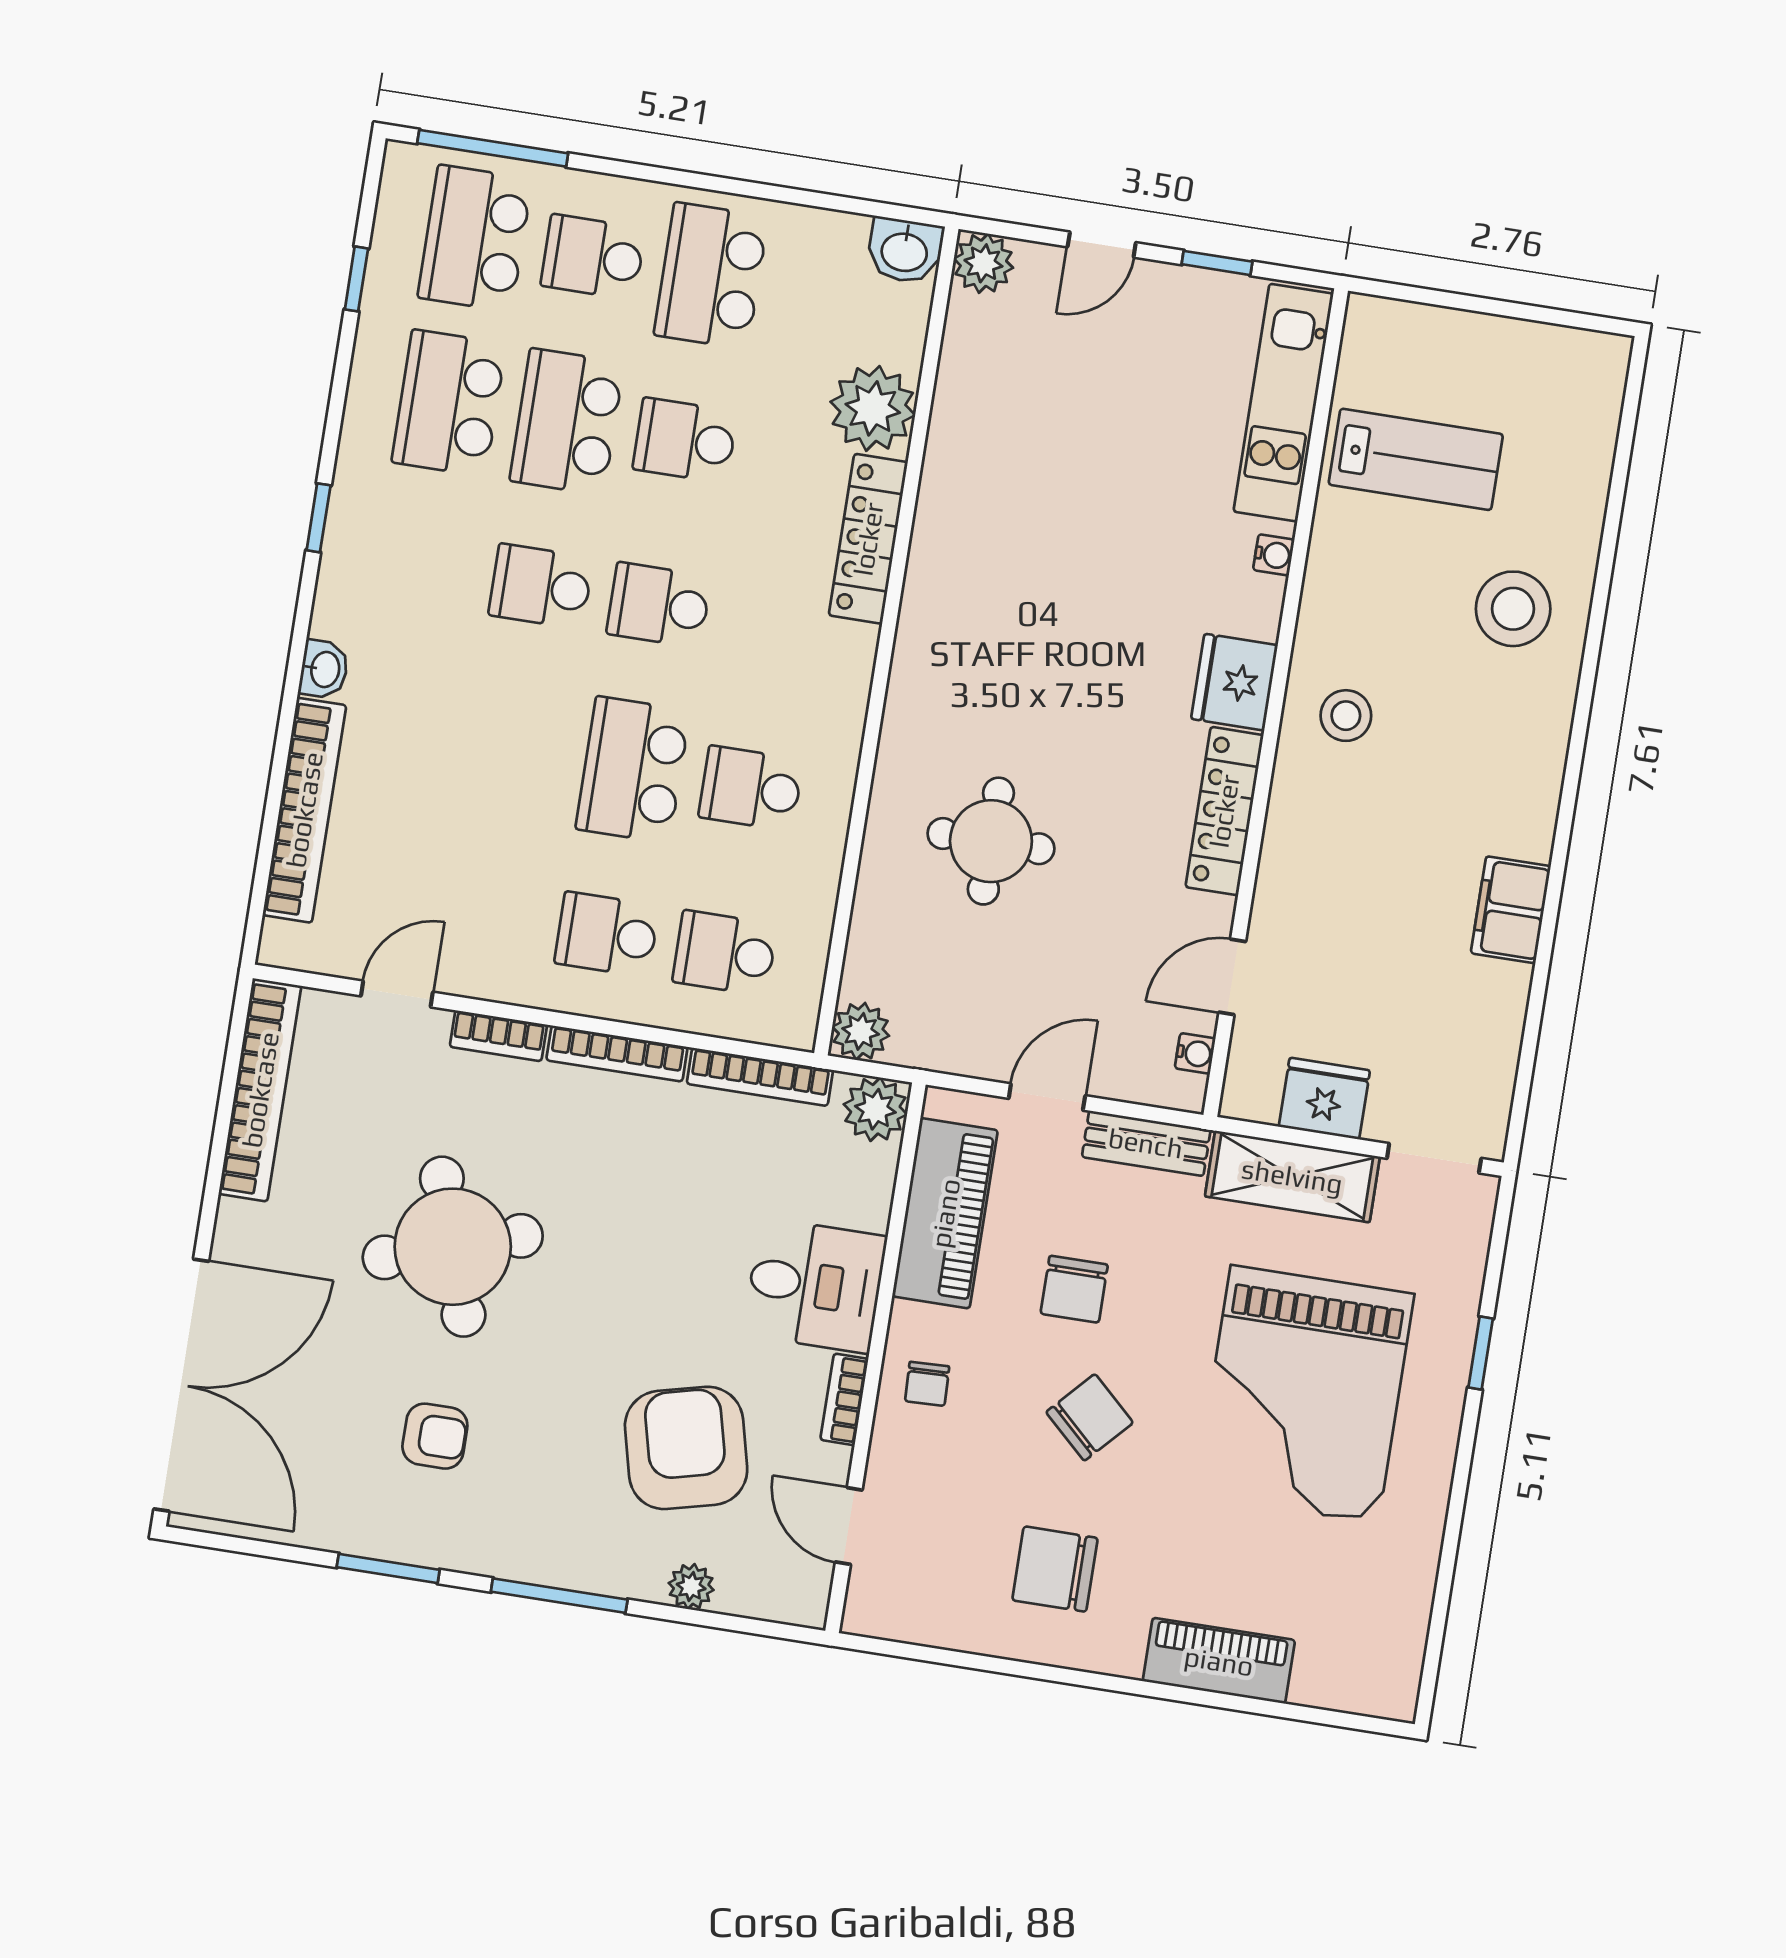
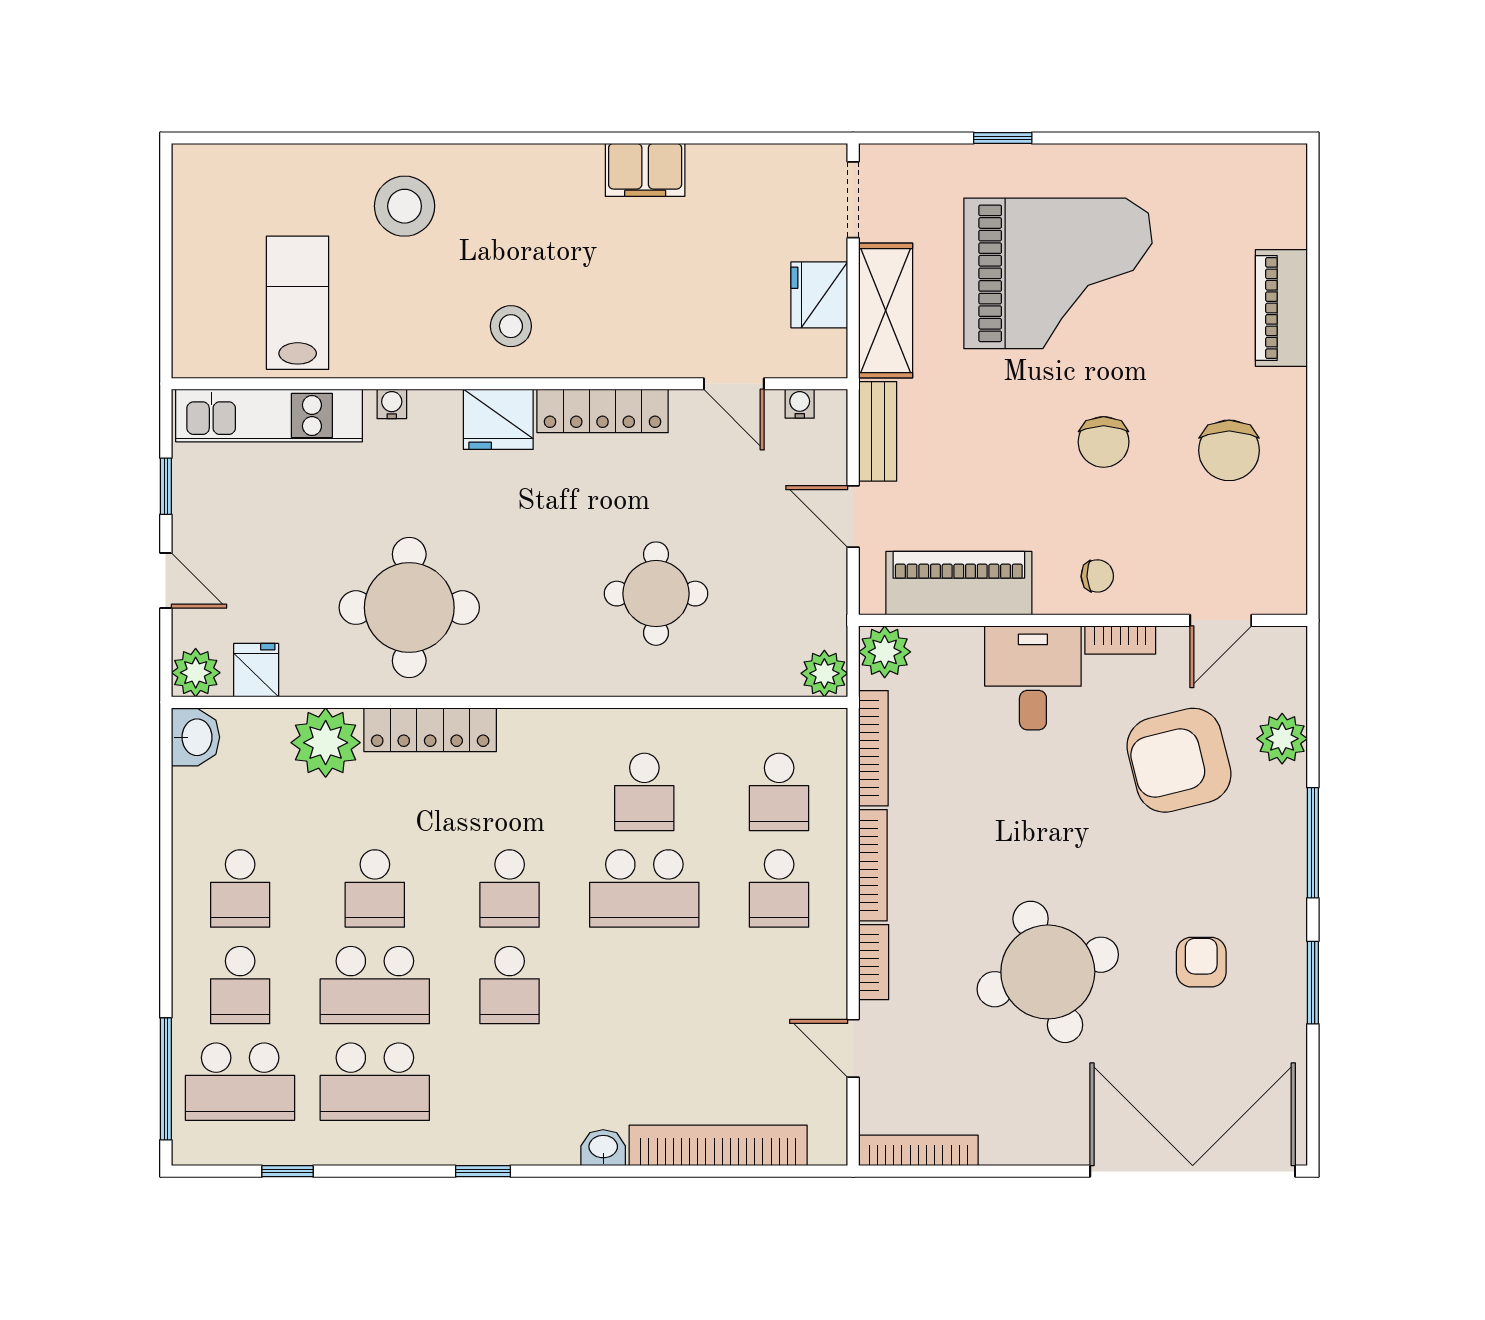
school desk: (711, 276) -> (240, 888), width x0.54
fridge: (975, 338) -> (256, 670), added
round table: (1022, 537) -> (409, 608), added
bookcase: (260, 1090) -> (918, 1150), width x0.68, depth x0.76
chair: (1074, 1289) -> (1003, 470), removed
chair: (1090, 1417) -> (1104, 442), turned -133
plant: (691, 1587) -> (1282, 739), width x1.38, depth x1.38

